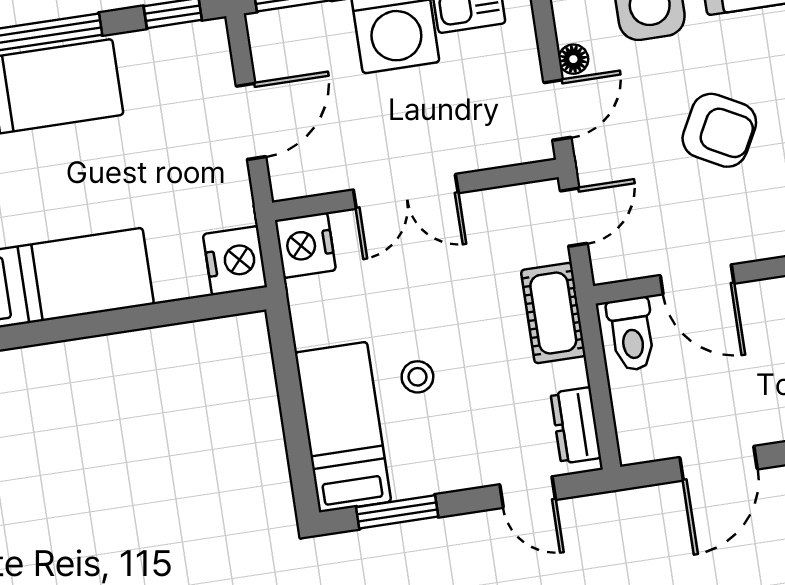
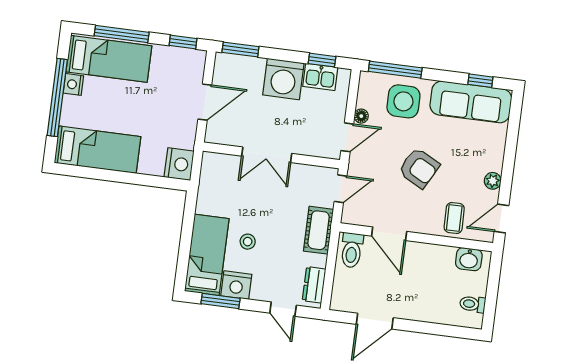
nightstand: (305, 245) -> (236, 285), moved, turned -90

